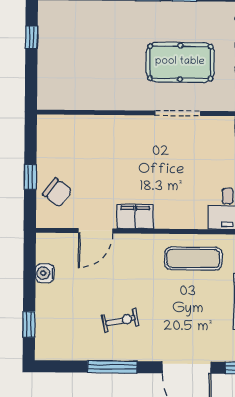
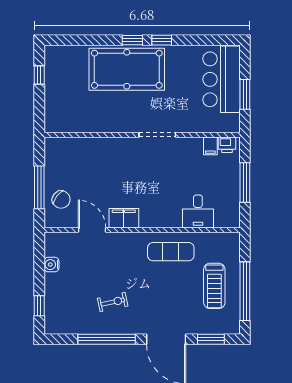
pool table: (180, 62) -> (127, 69), moved, width x1.36, depth x1.32
window: (30, 177) -> (39, 187), width x2.17
door: (96, 231) -> (92, 230), swing flipped
window: (112, 367) -> (107, 339), width x1.46

